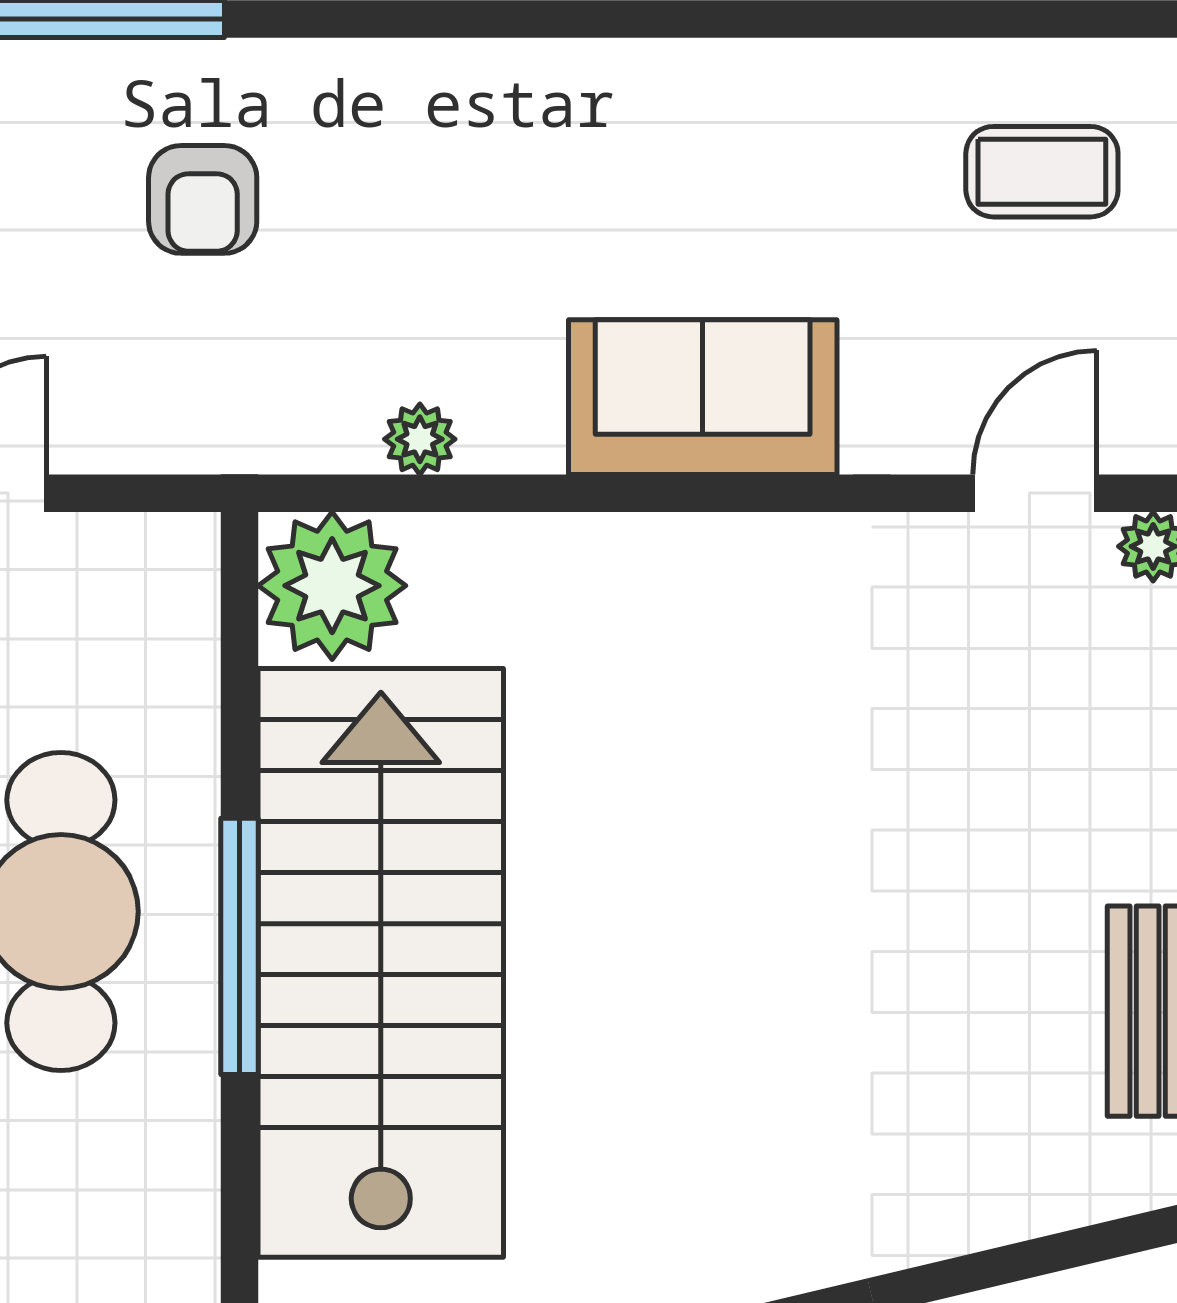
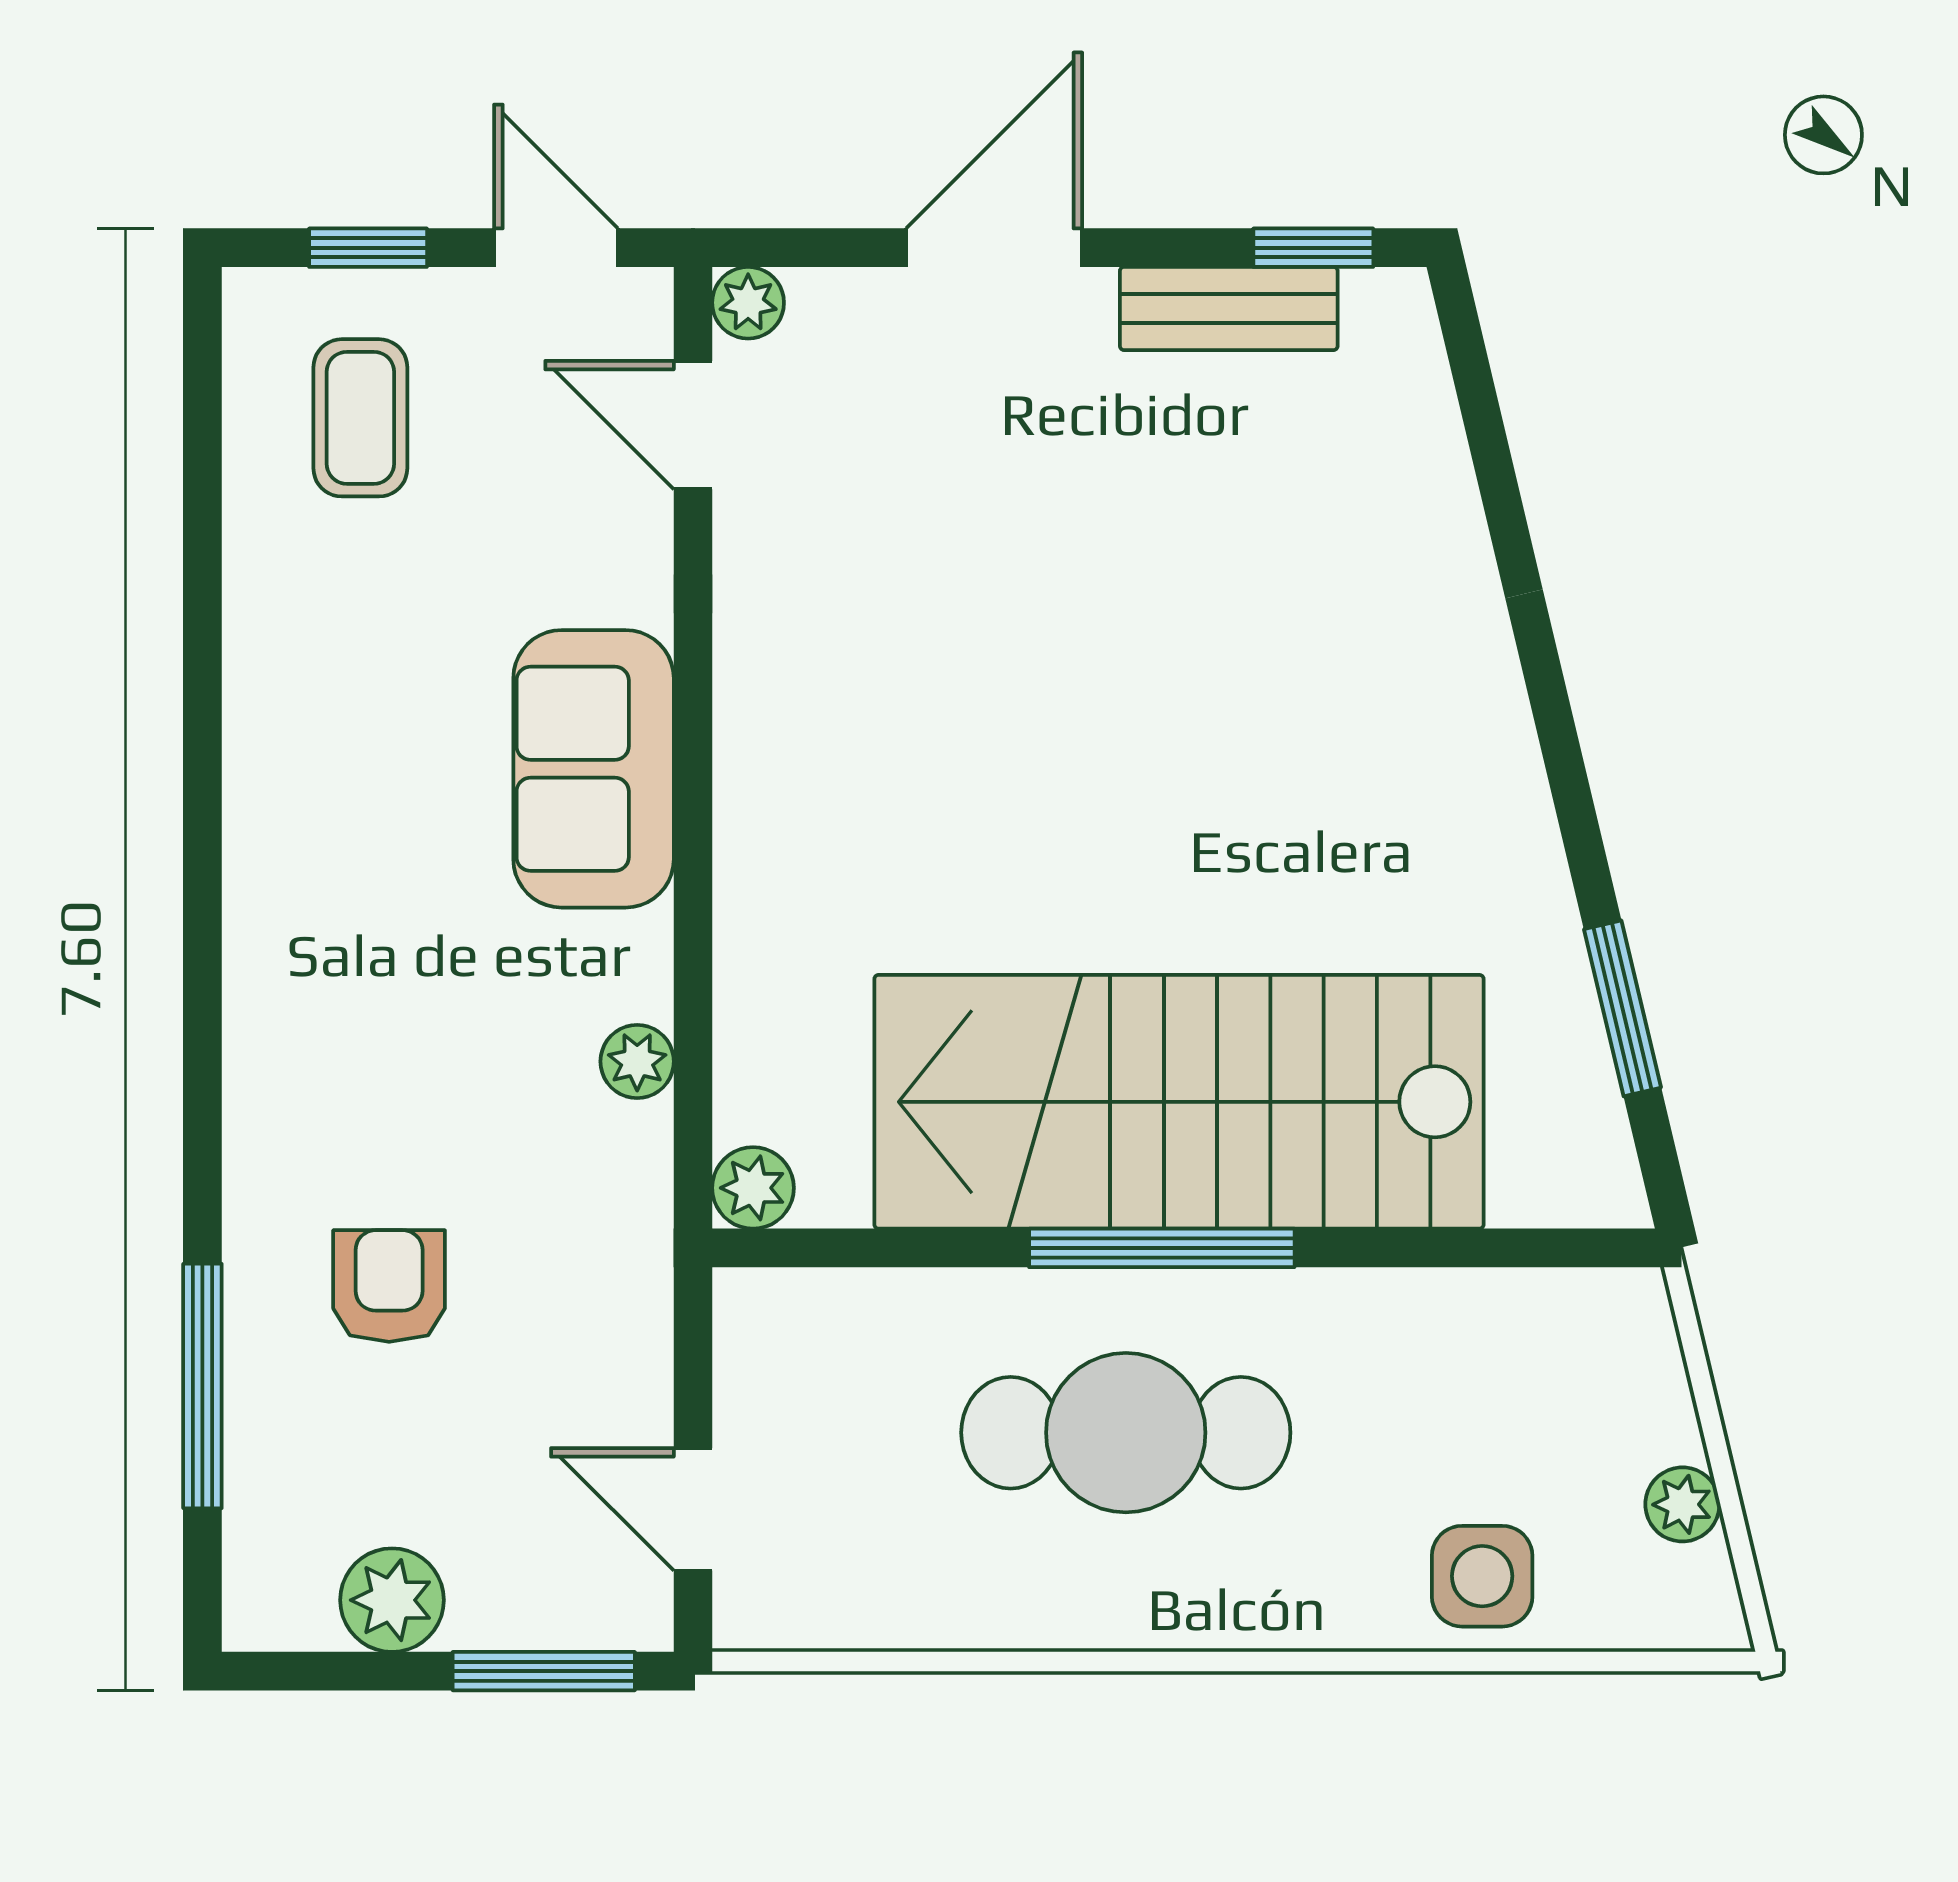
armchair: (203, 199) -> (389, 1286), turned -90
plant: (332, 586) -> (753, 1188), width x0.53, depth x0.53

